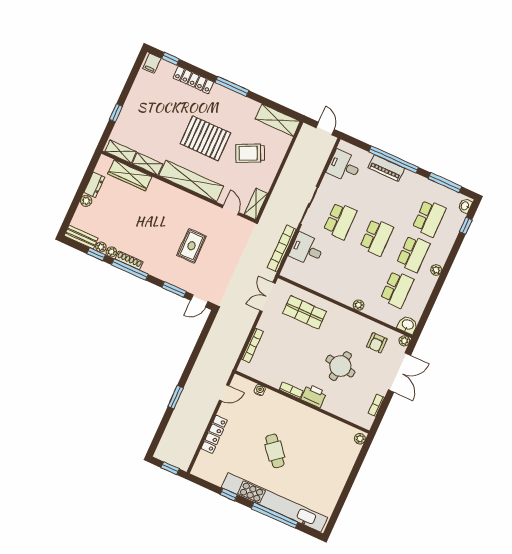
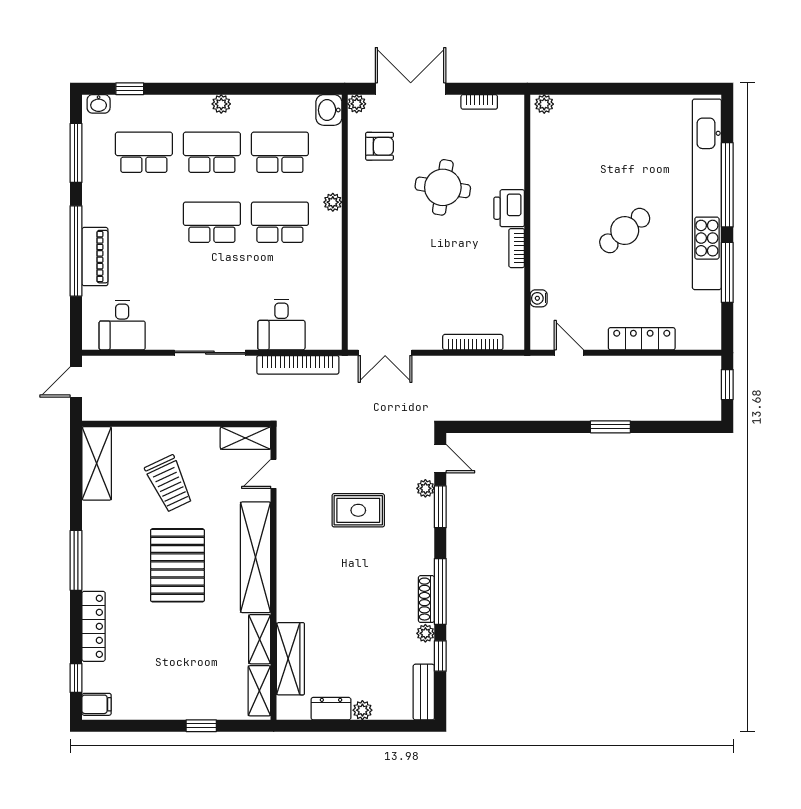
school desk: (340, 221) -> (280, 222), moved
plant: (101, 247) -> (425, 488), moved
shop shelf: (305, 312) -> (383, 283), removed
window: (229, 495) -> (727, 272), width x2.17

